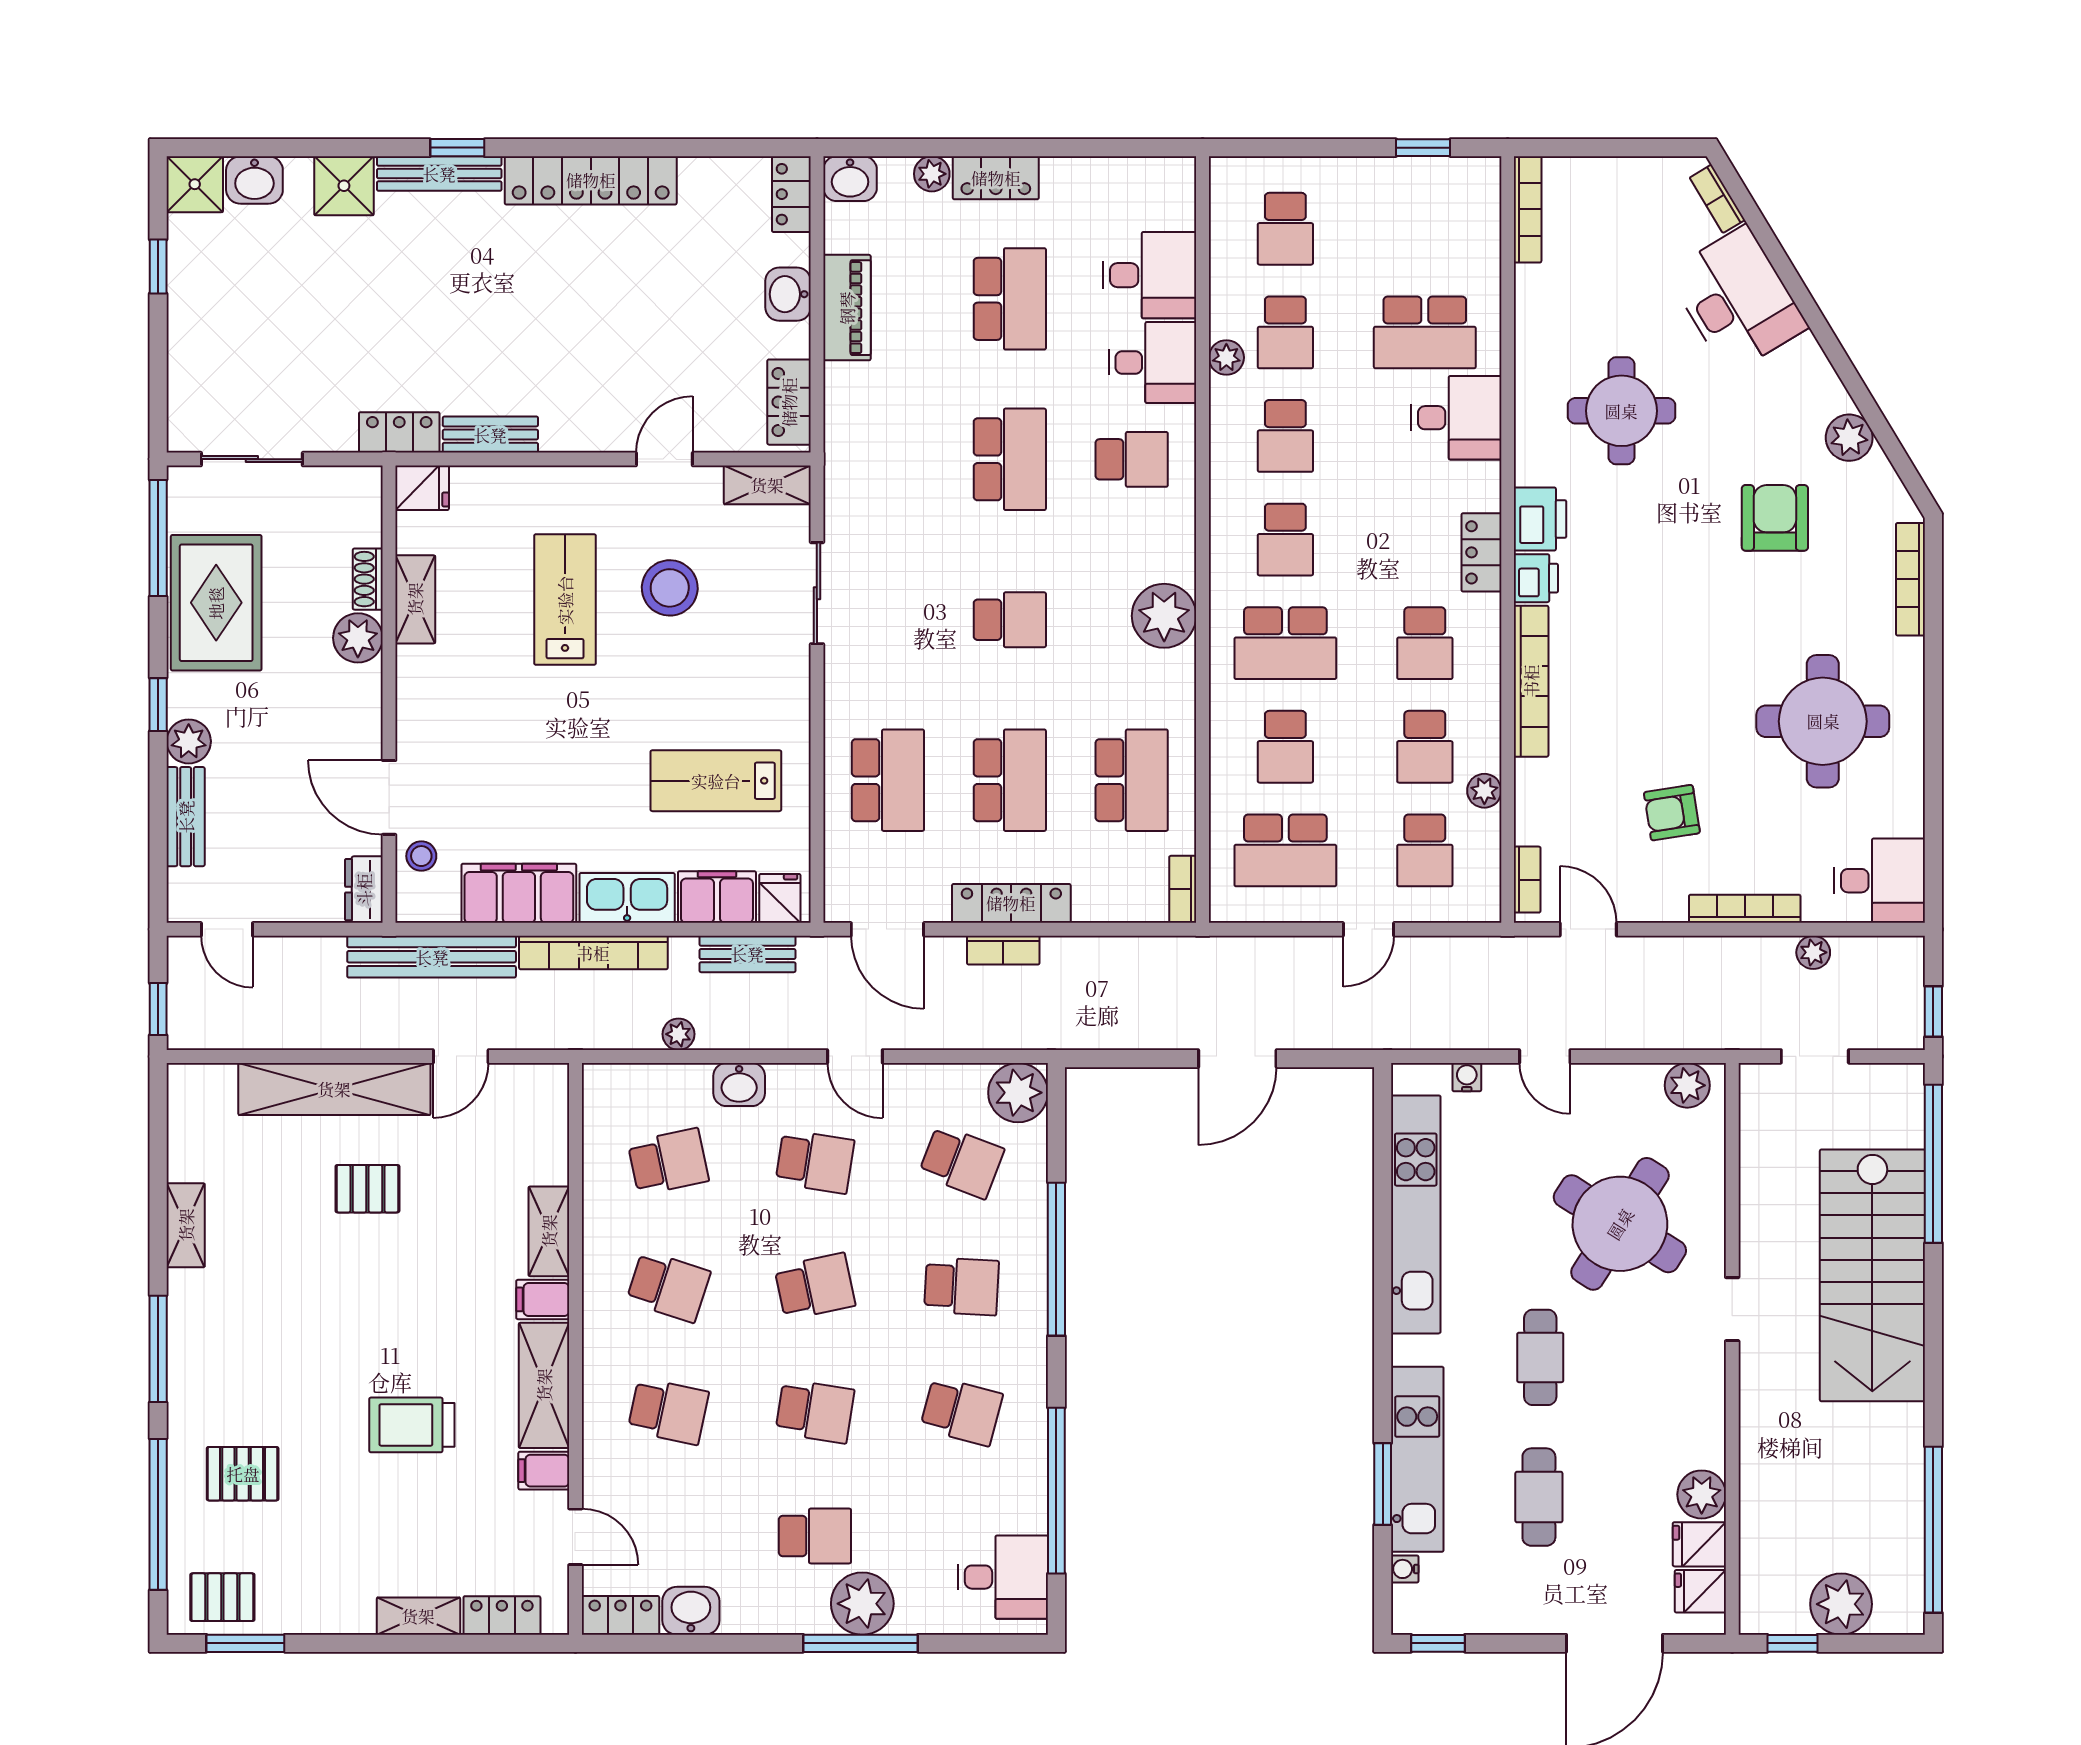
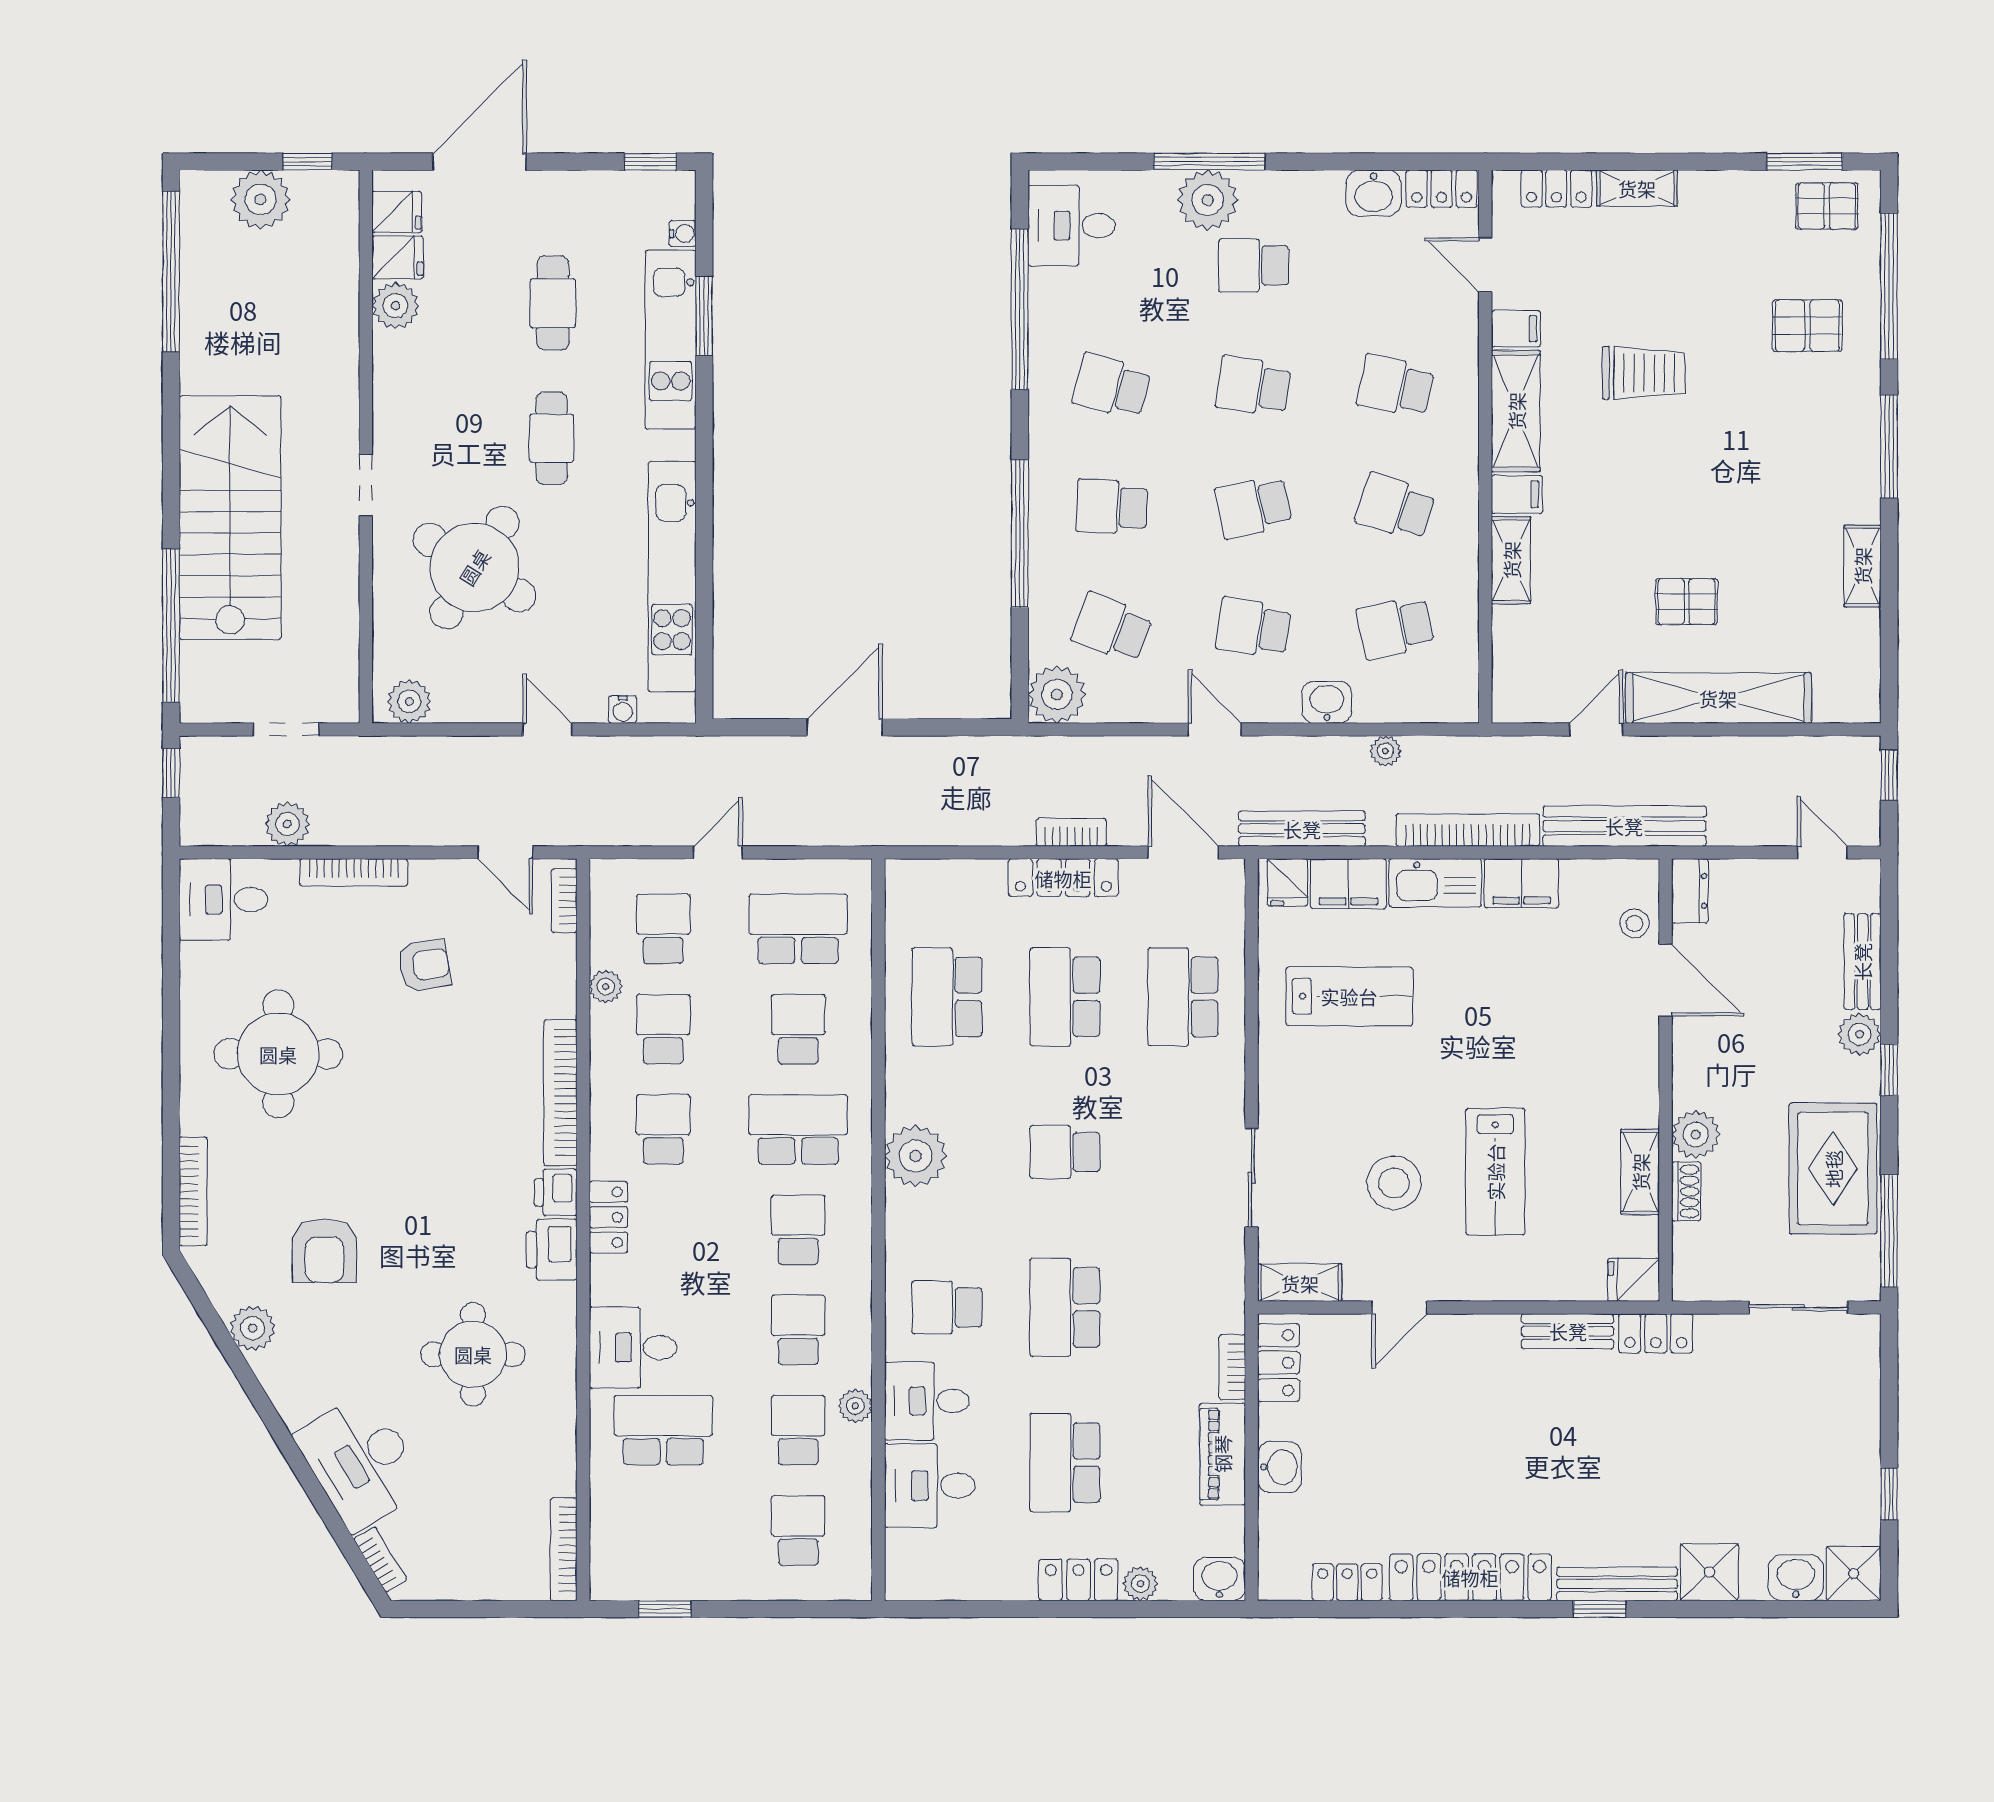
locker: (791, 194) -> (1347, 1582), moved, turned -90
bookcase: (1183, 889) -> (1232, 1367), moved, turned 180
filing cabinet: (519, 893) -> (1522, 883), width x0.67, depth x0.86
plant: (1813, 952) -> (287, 824), width x1.38, depth x1.38
bench: (747, 954) -> (1302, 829), width x1.36

